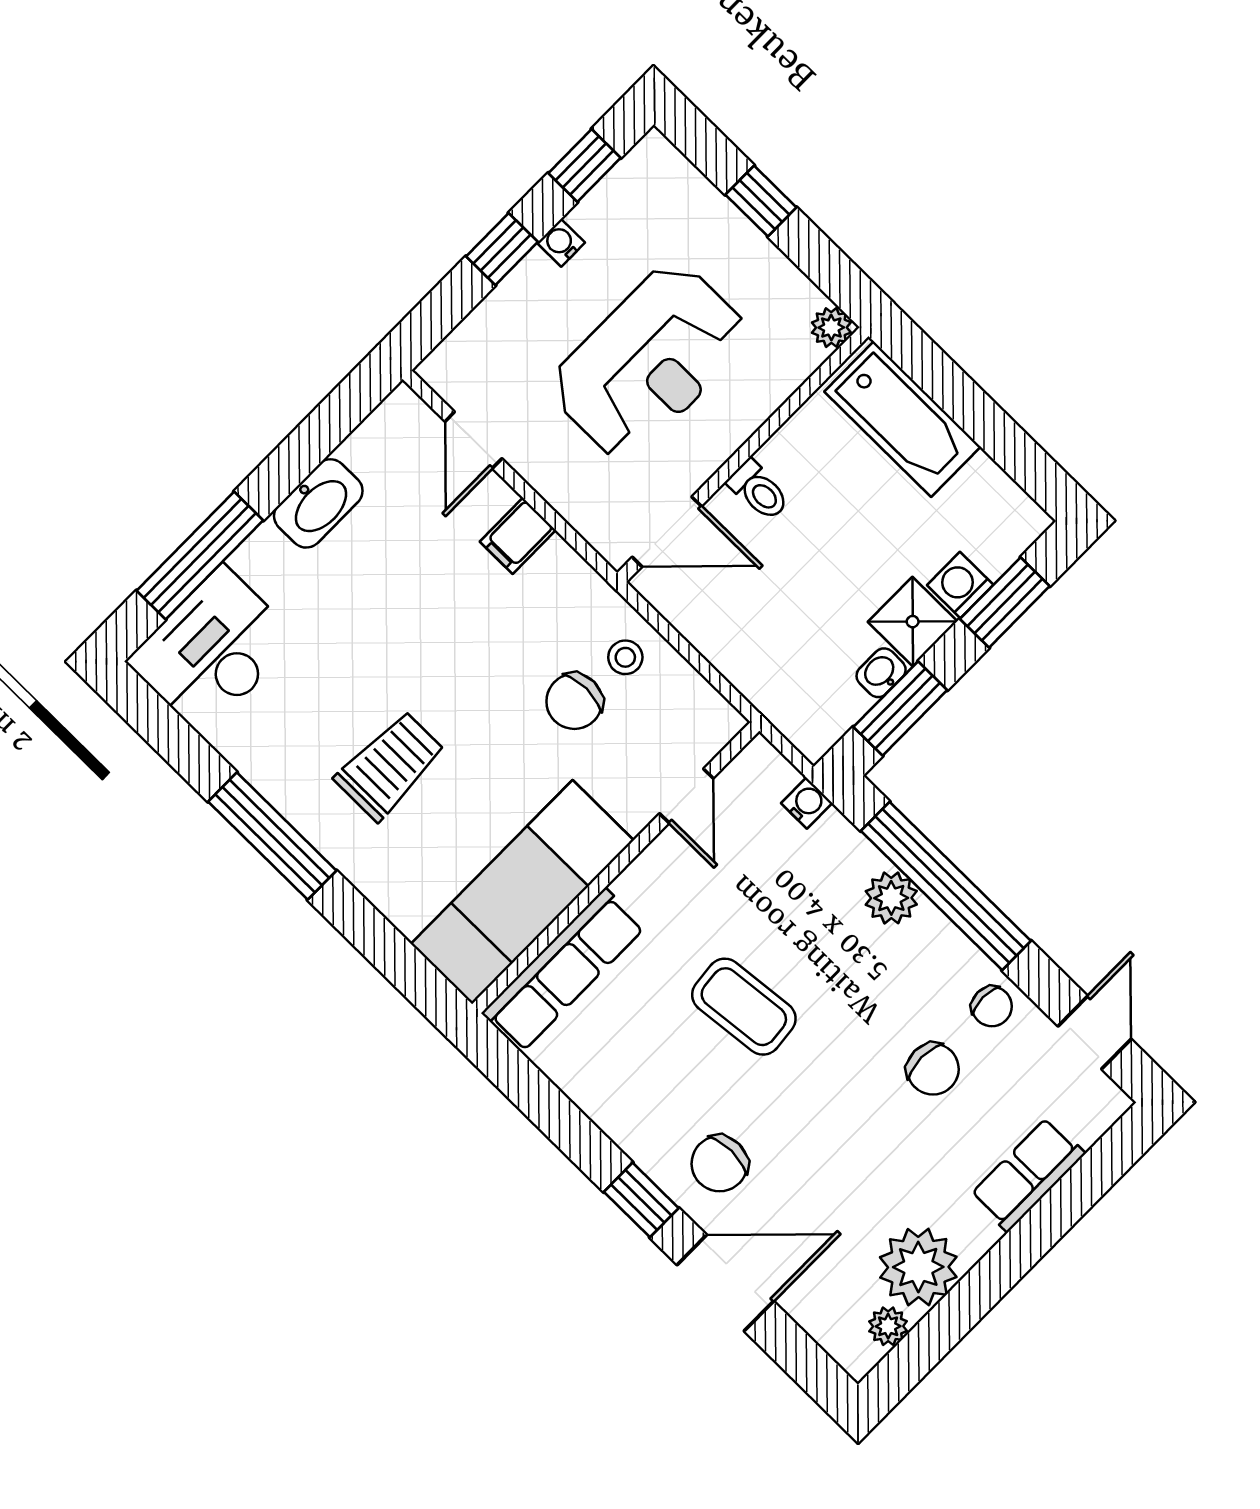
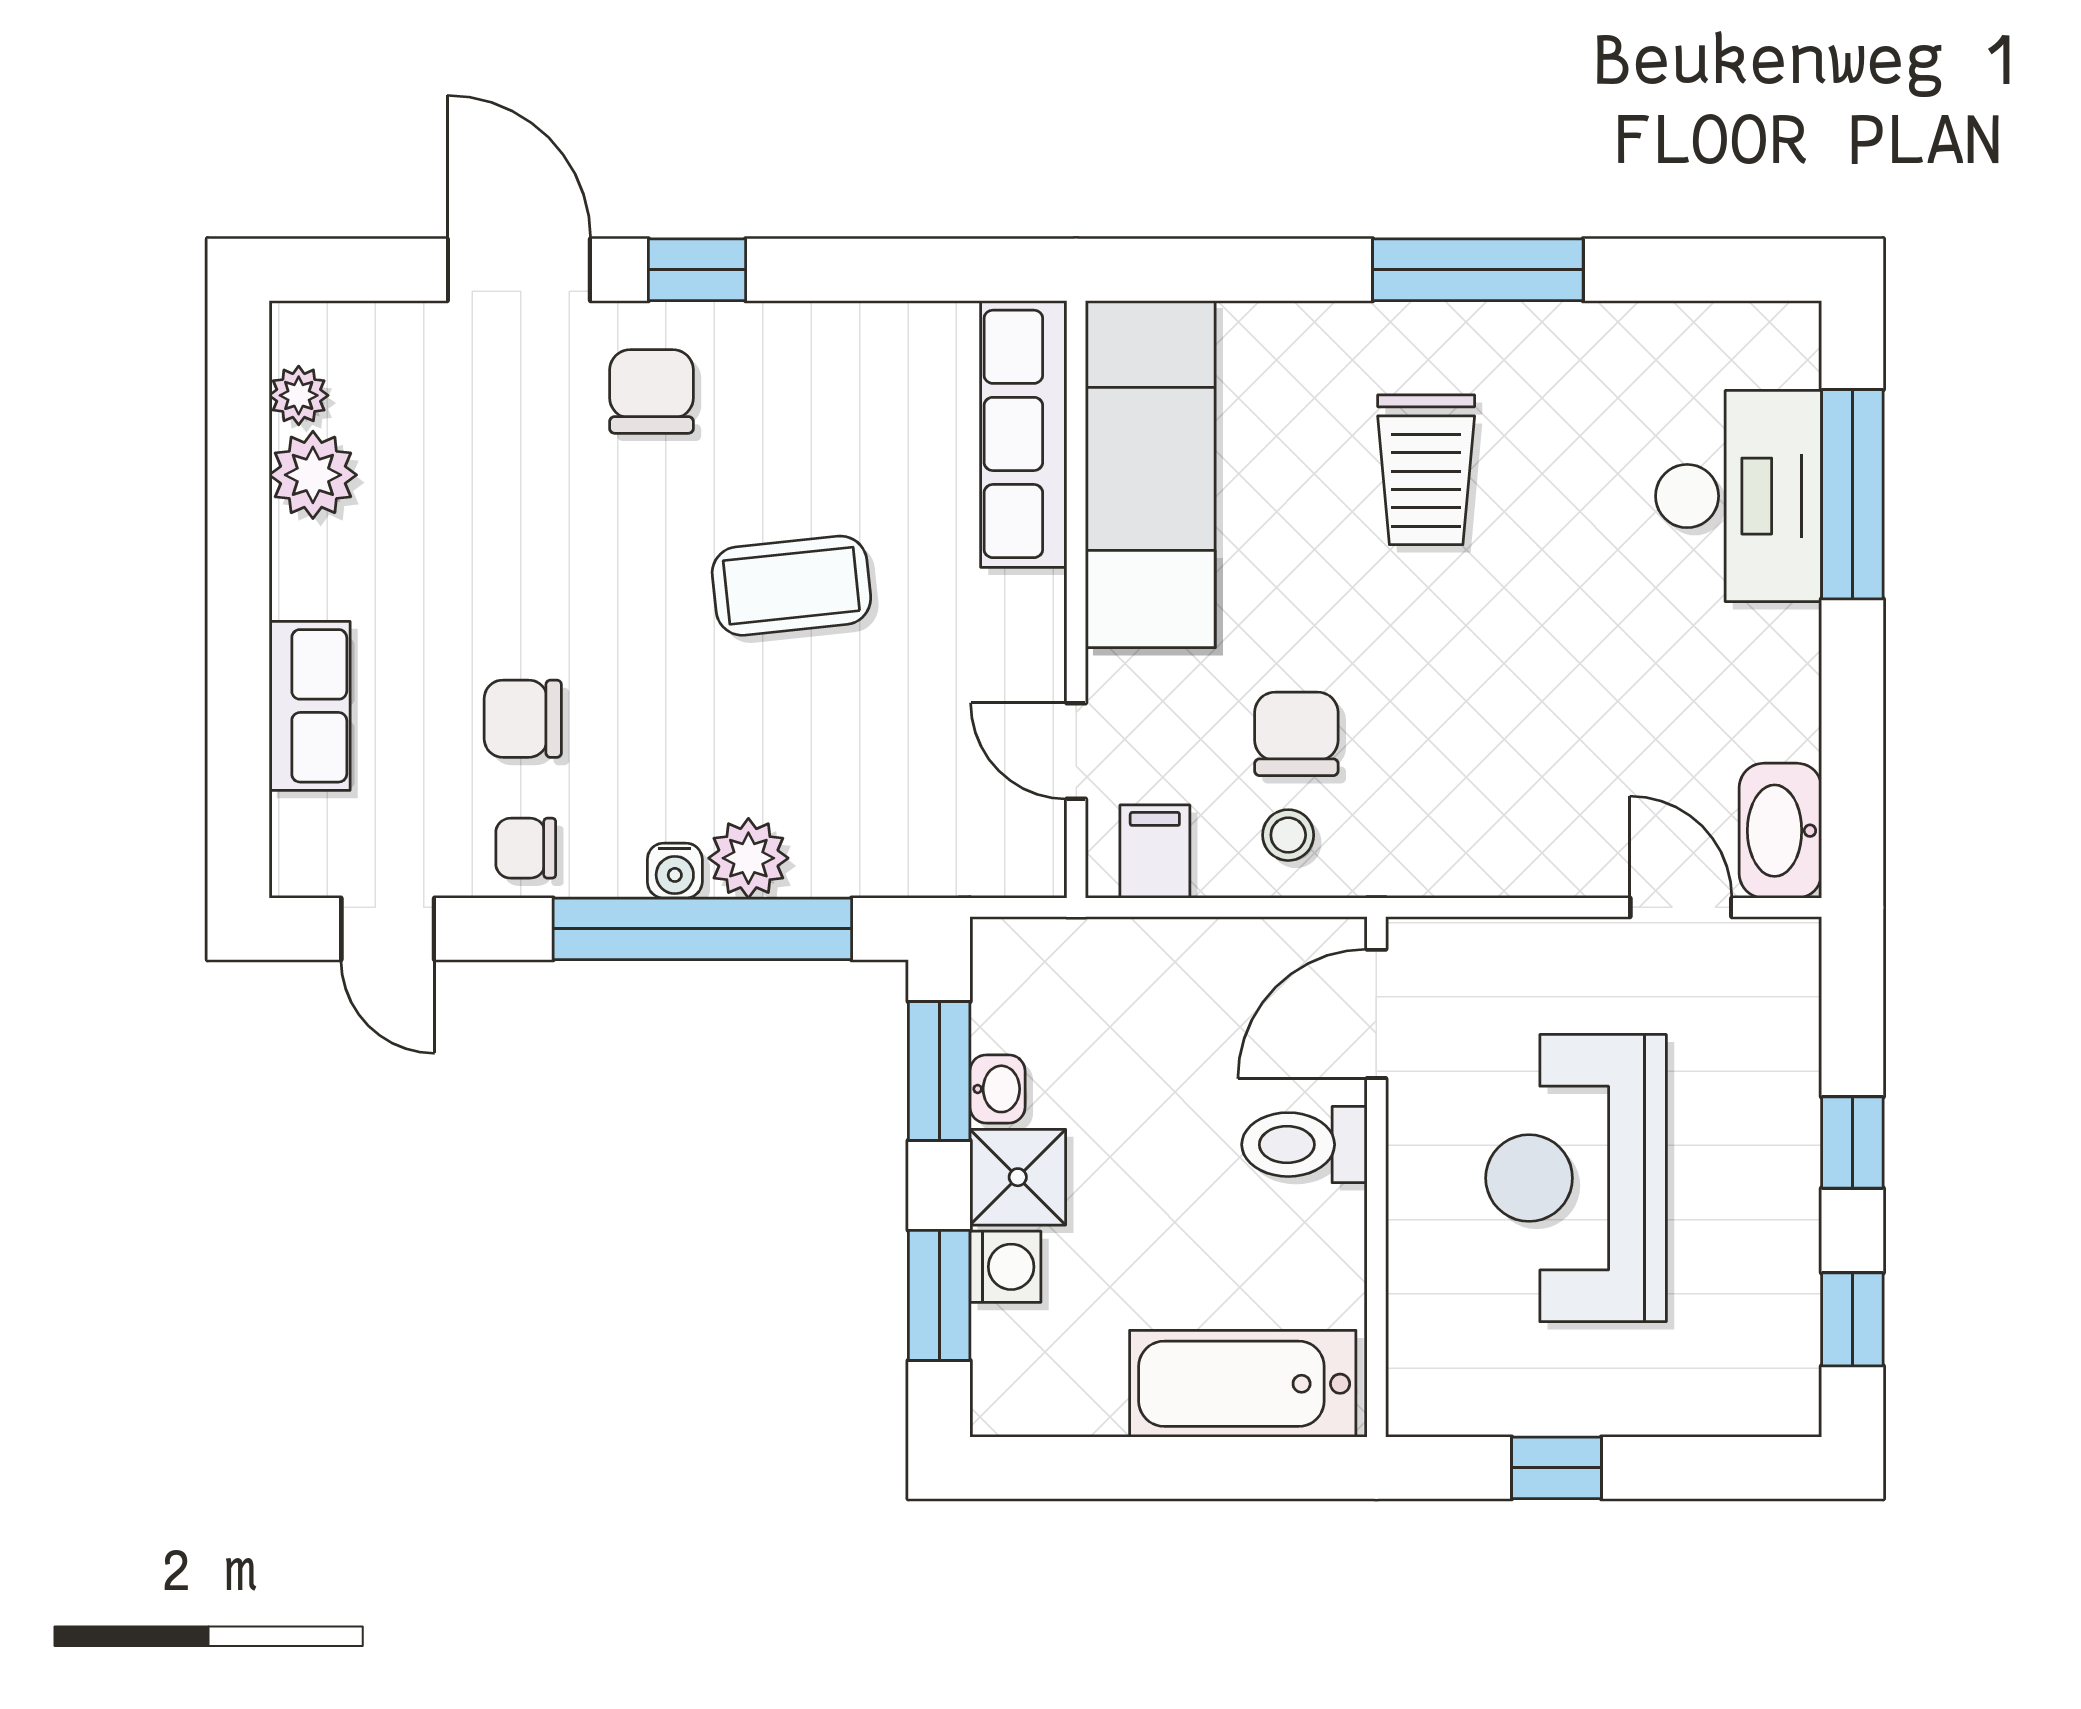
window: (761, 201) -> (1557, 1468), moved
water cooler: (561, 243) -> (1796, 1212), removed
plant: (831, 327) -> (1416, 1407), removed
toilet: (758, 490) -> (1304, 1145), width x1.37, depth x1.39
washbasin: (318, 503) -> (1780, 831), moved
filing cabinet: (518, 536) -> (1155, 852), moved
desk: (213, 650) -> (1739, 496), moved
water cooler: (807, 803) -> (675, 871), moved
plant: (918, 1267) -> (313, 475), width x0.73, depth x0.73
door: (725, 1283) -> (519, 270), swing flipped

